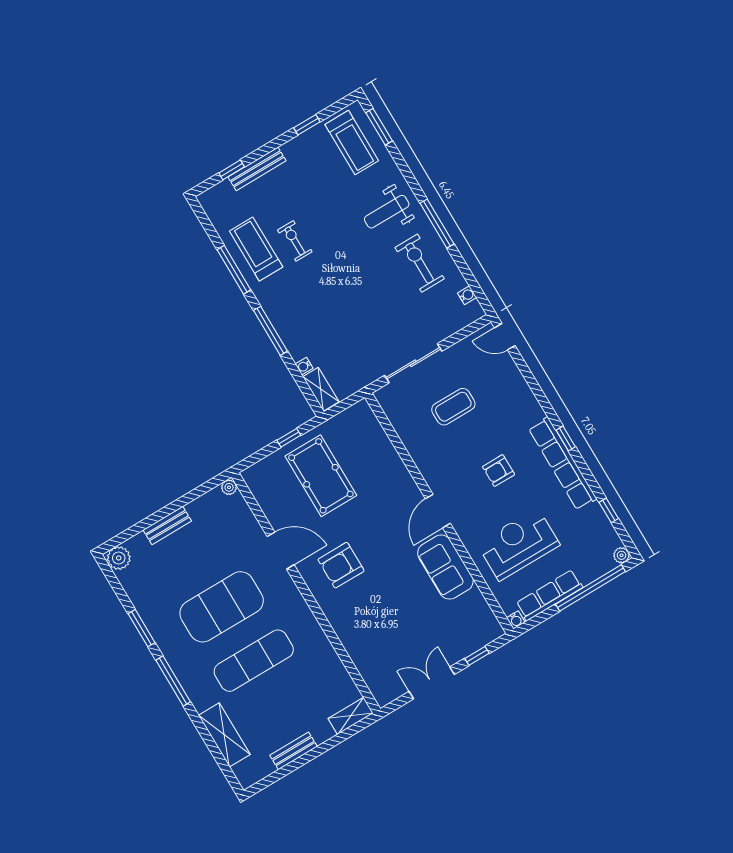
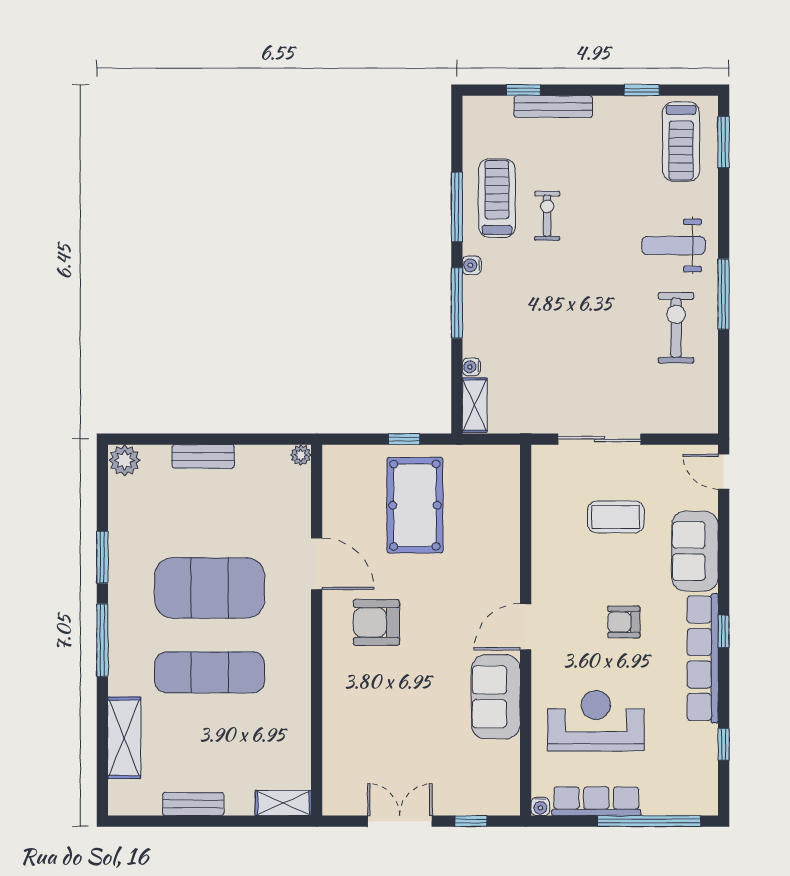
water cooler: (467, 295) -> (472, 265), moved, turned 180
sofa: (517, 398) -> (695, 551), added
plant: (621, 555) -> (707, 805), removed

